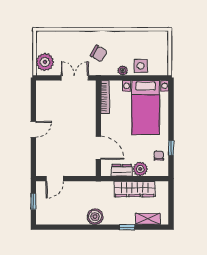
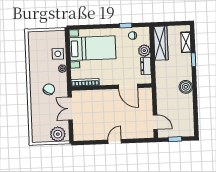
door: (33, 129) -> (115, 142), hinge flipped
door: (98, 148) -> (128, 86), swing flipped
wardrobe: (135, 189) -> (161, 43), moved

